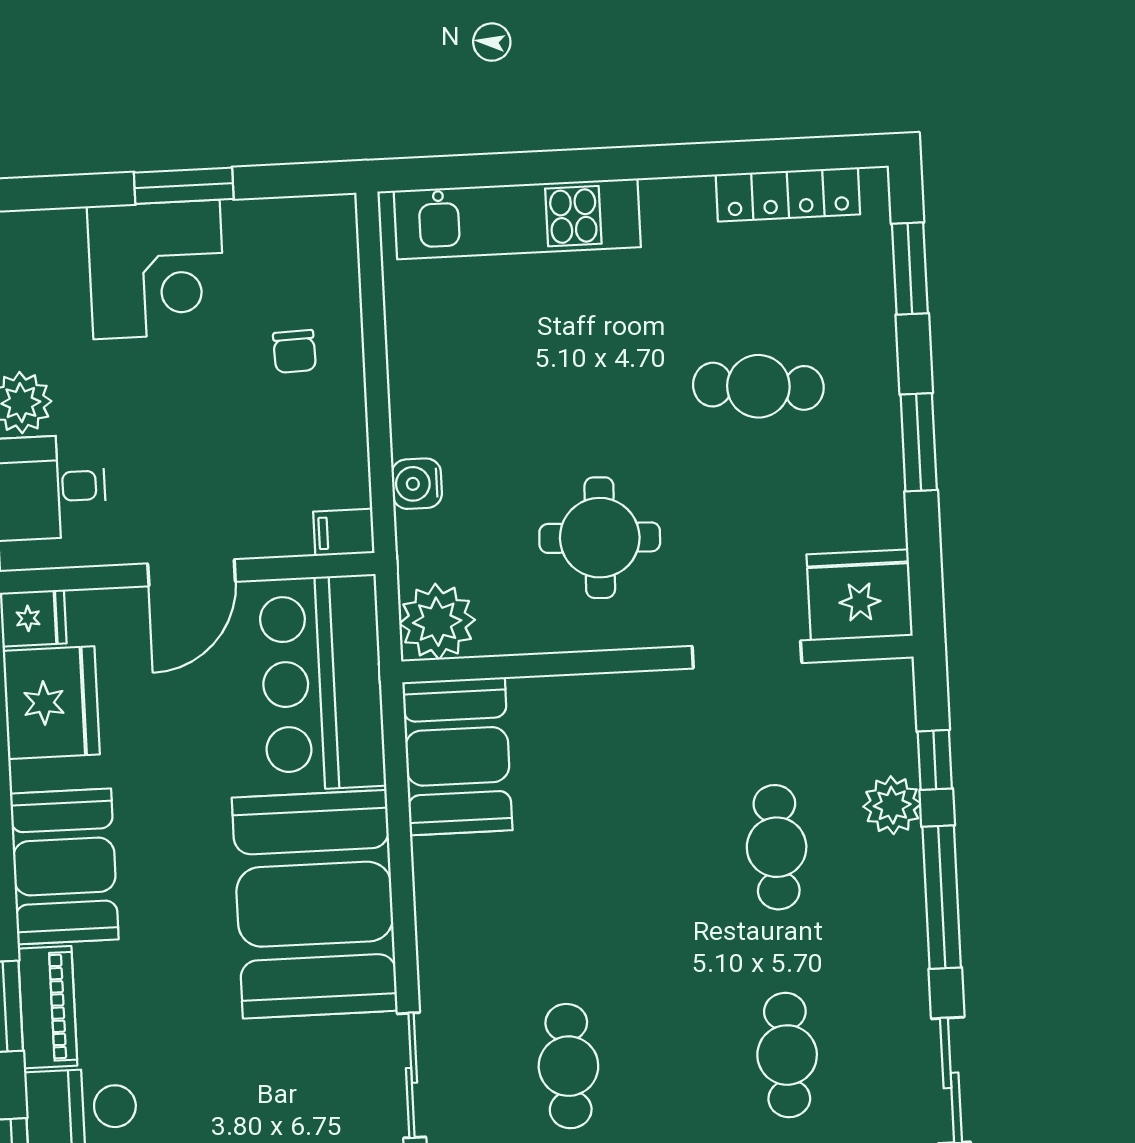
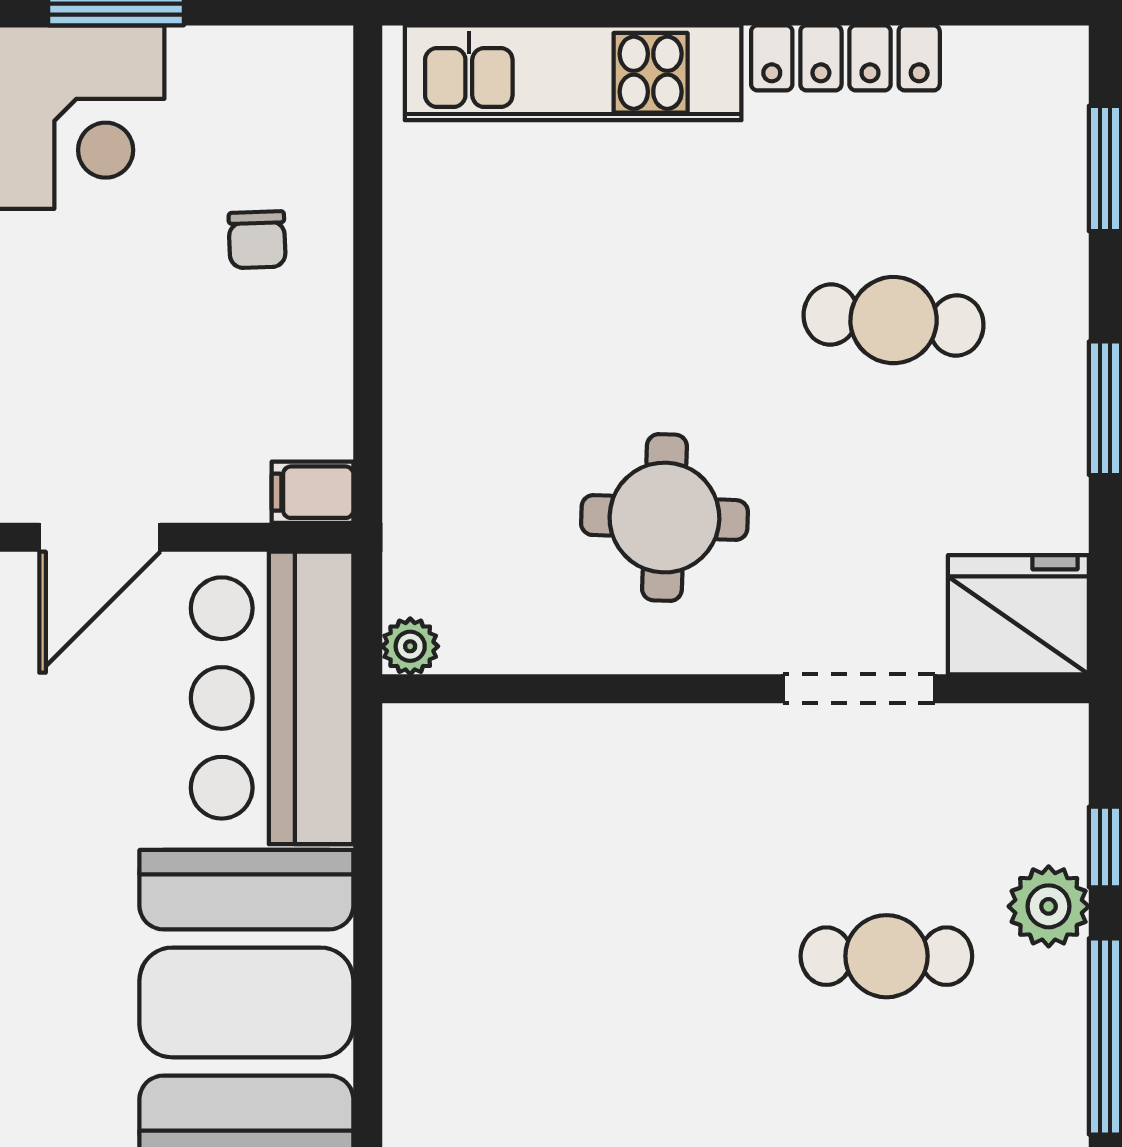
locker: (788, 194) -> (845, 58), moved
water cooler: (417, 484) -> (416, 430), removed
plant: (437, 622) -> (410, 646), width x0.53, depth x0.53
booth: (457, 756) -> (453, 809), removed
cafe table: (777, 847) -> (886, 956), turned 90

